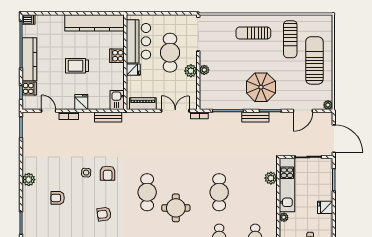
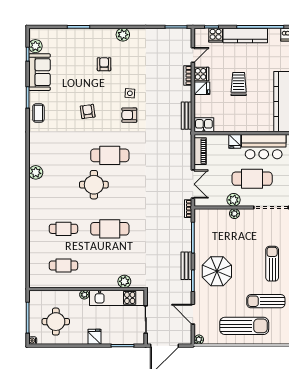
cooker: (117, 56) -> (201, 74), moved, turned 90

